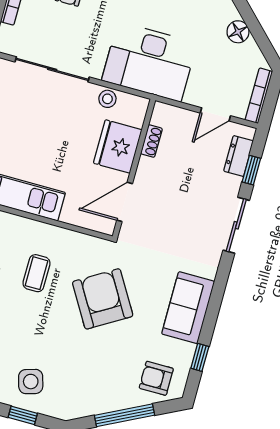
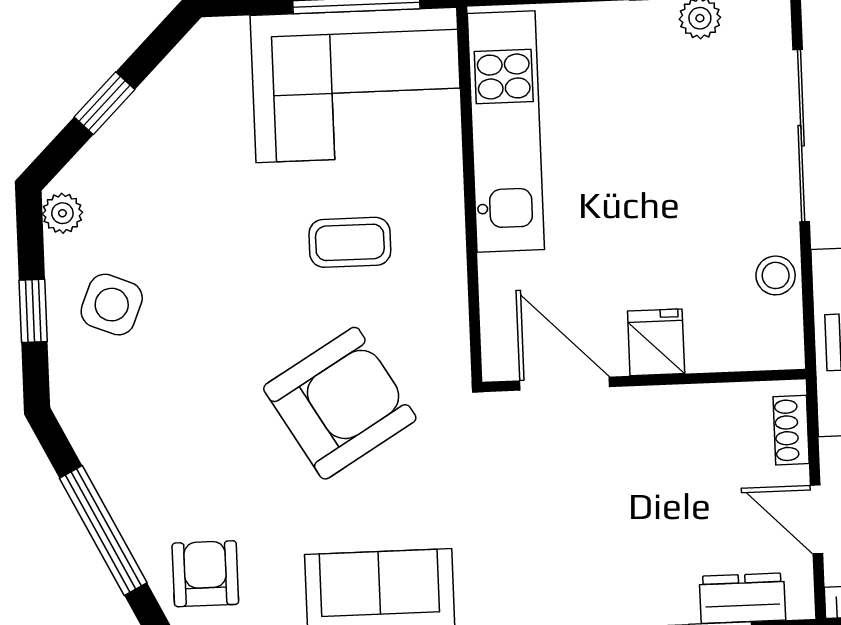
shoe rack: (151, 141) -> (791, 430), moved, turned 90
fridge: (118, 146) -> (656, 342), width x0.53, depth x0.75
side table: (31, 382) -> (112, 305), turned 38

